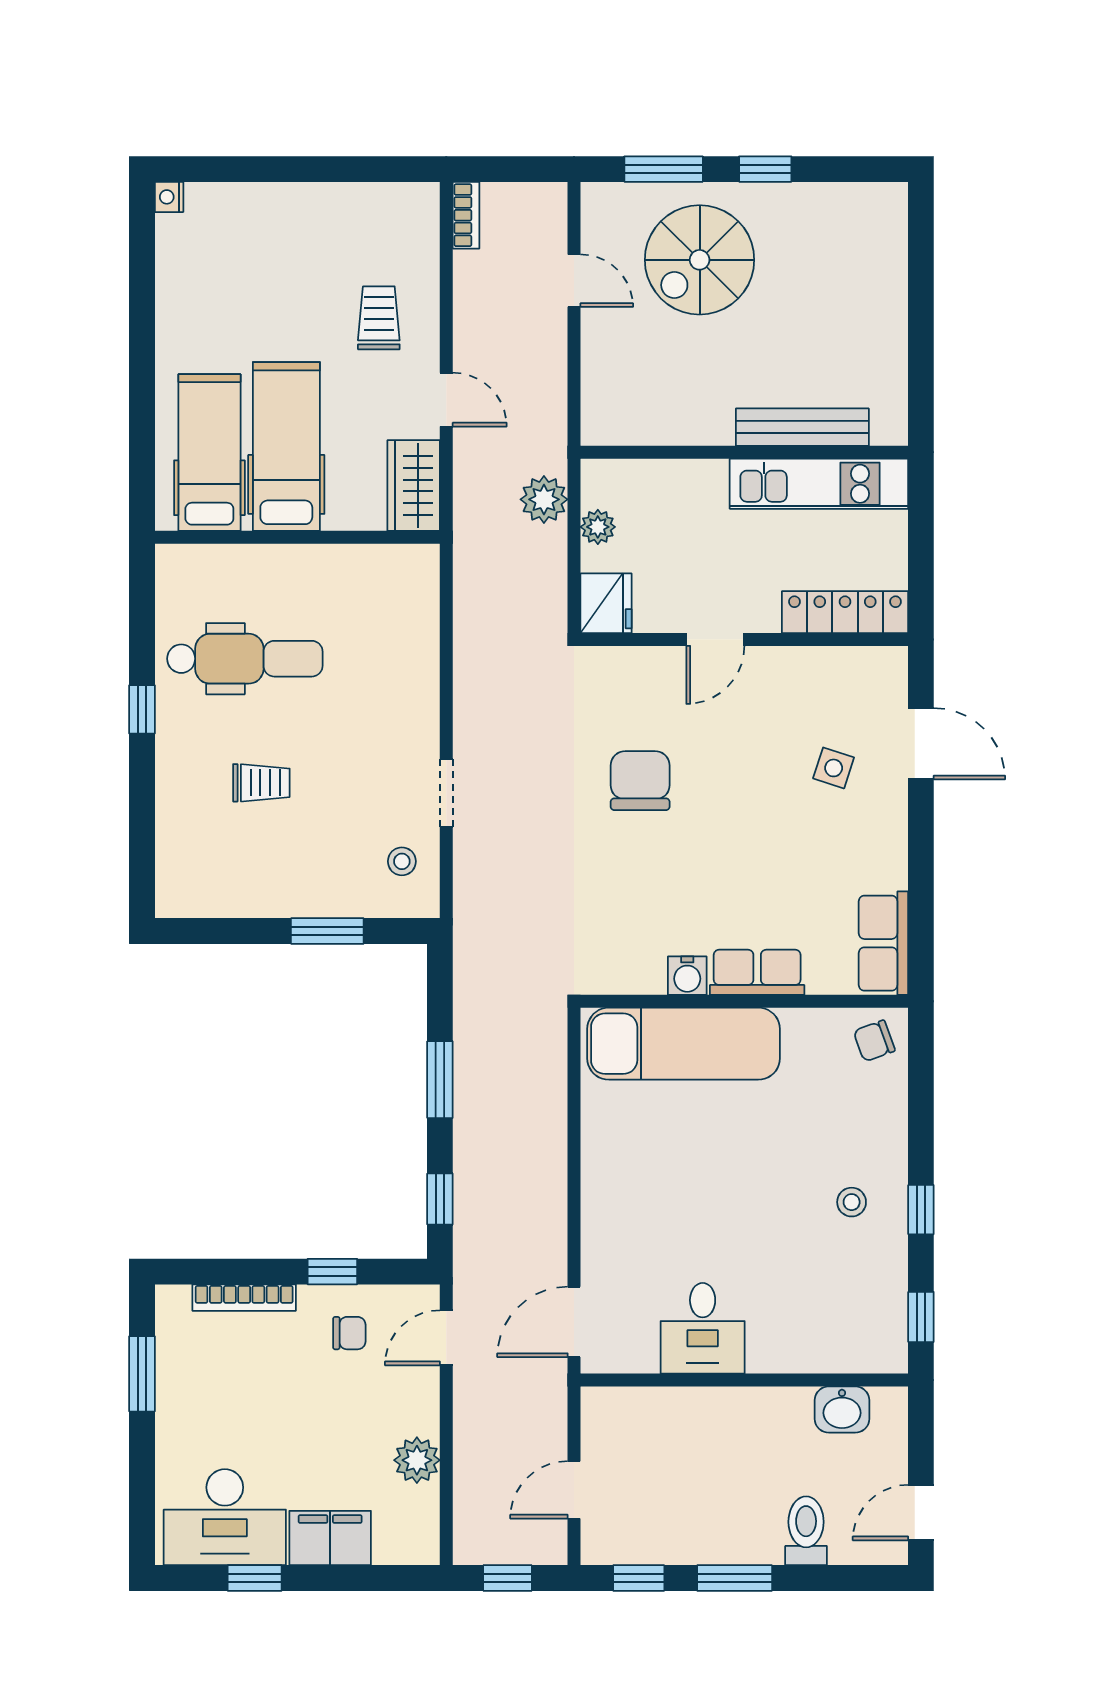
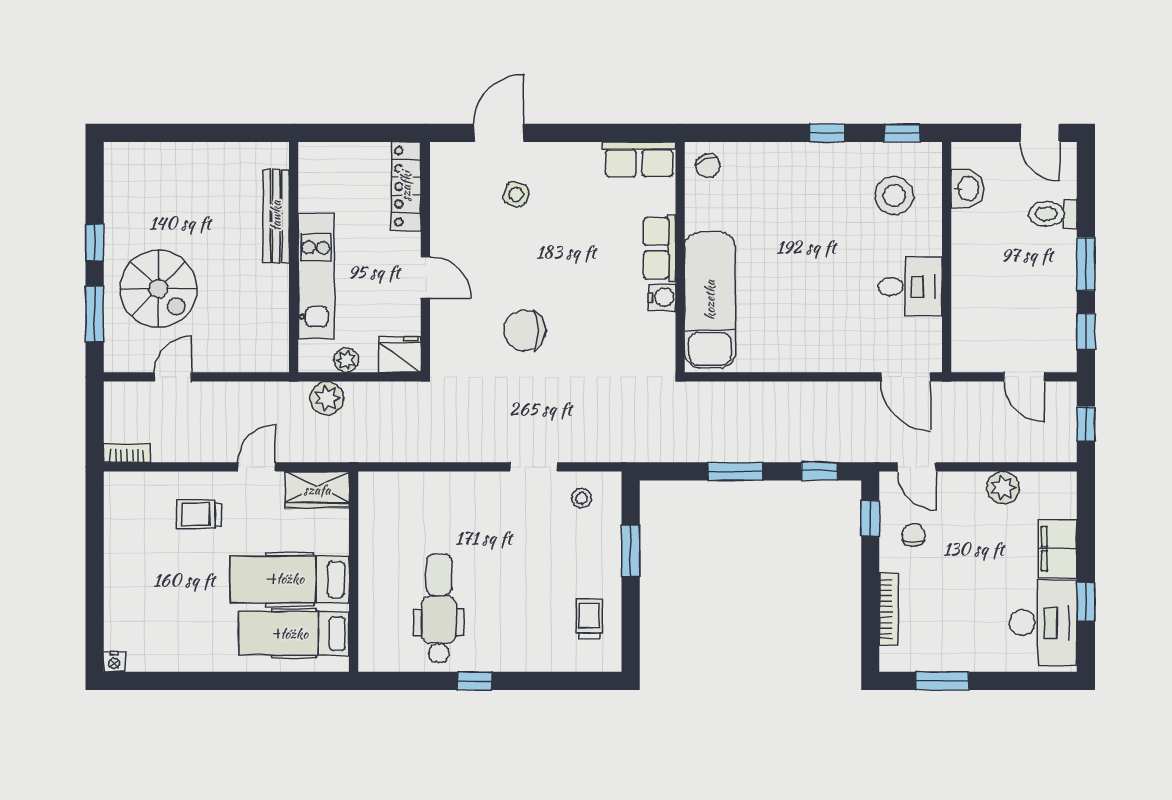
kitchen unit: (819, 484) -> (316, 276), moved
trolley: (261, 783) -> (590, 619), moved
stool: (852, 1202) -> (894, 196), moved, width x1.89, depth x1.89
window: (332, 1272) -> (870, 518), moved

